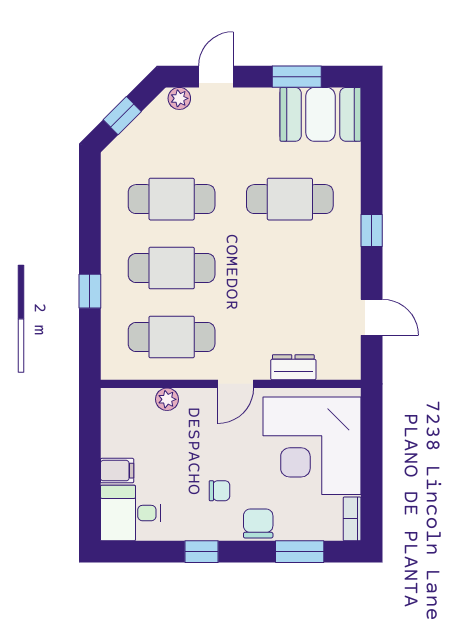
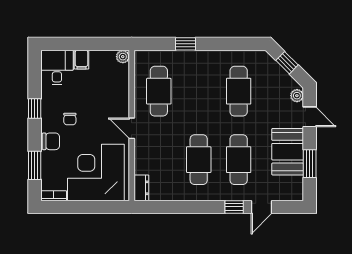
booth: (321, 114) -> (288, 152), moved
window: (372, 231) -> (234, 207), moved
cafe table: (172, 268) -> (199, 160), moved
door: (372, 317) -> (261, 207), moved
dresser: (293, 367) -> (141, 188), moved
plant: (167, 399) -> (123, 57), moved

